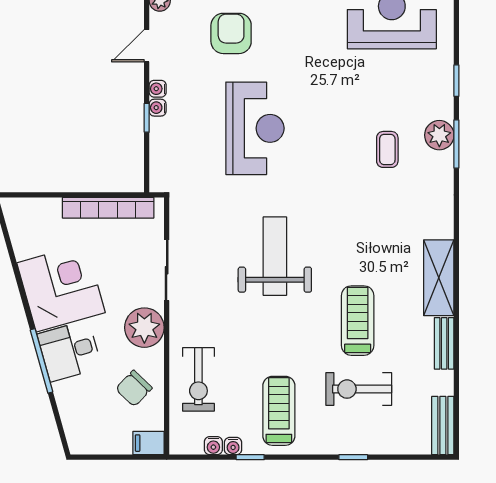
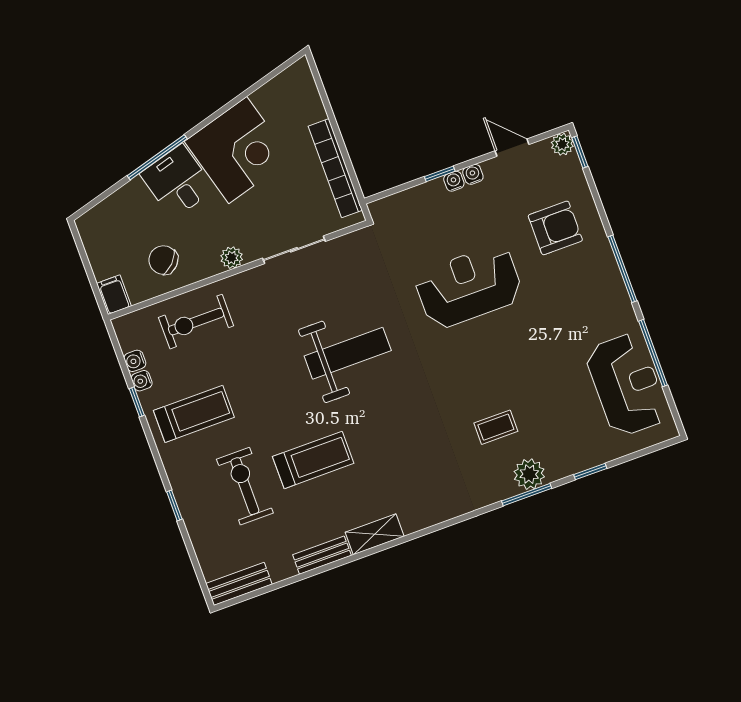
reception desk: (255, 128) -> (469, 287), turned 180
shelving: (439, 278) -> (375, 534), width x0.67, depth x0.75
plant: (144, 328) -> (232, 258), width x0.53, depth x0.53

